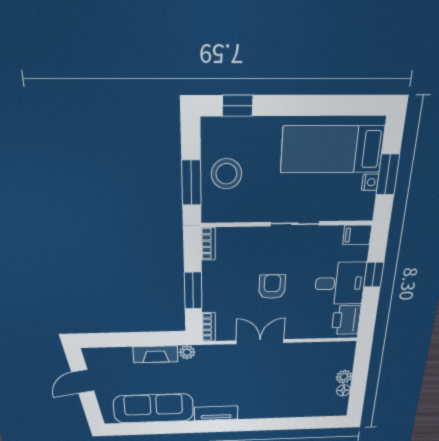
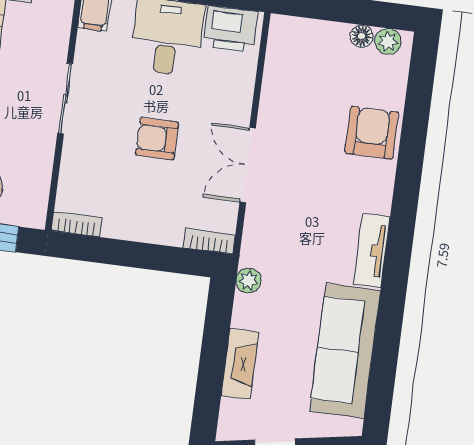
window: (193, 291) -> (146, 256), removed
fireplace: (156, 354) -> (240, 364), moved
plant: (344, 377) -> (388, 41), moved
armchair: (286, 403) -> (372, 133), added

